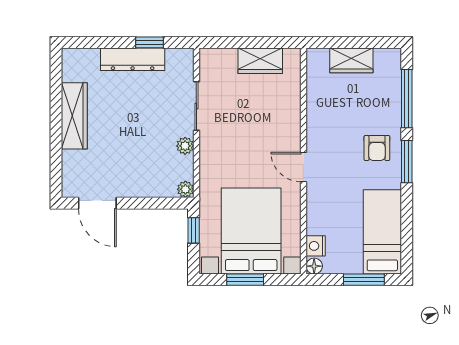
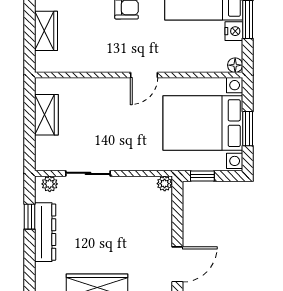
plant: (185, 146) -> (50, 184), moved
nightstand: (316, 246) -> (234, 31), moved, turned -90

